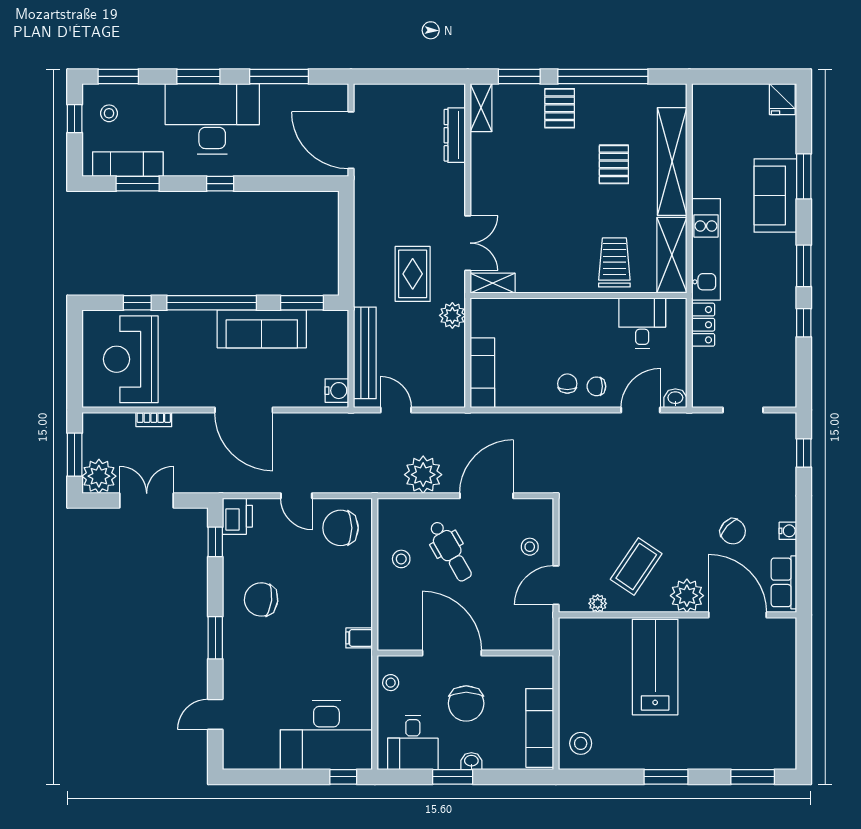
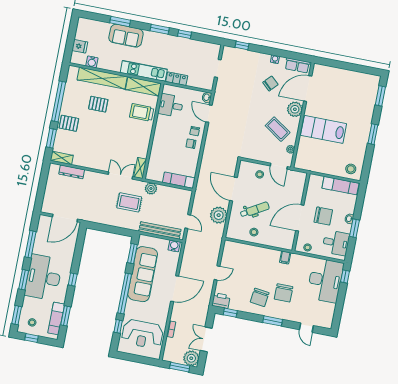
fridge: (782, 99) -> (80, 46), moved
water cooler: (703, 132) -> (92, 62), added
sofa: (262, 329) -> (143, 274), width x1.36, depth x1.27
door: (396, 410) -> (188, 222), swing flipped
chair: (341, 528) -> (284, 293), moved

